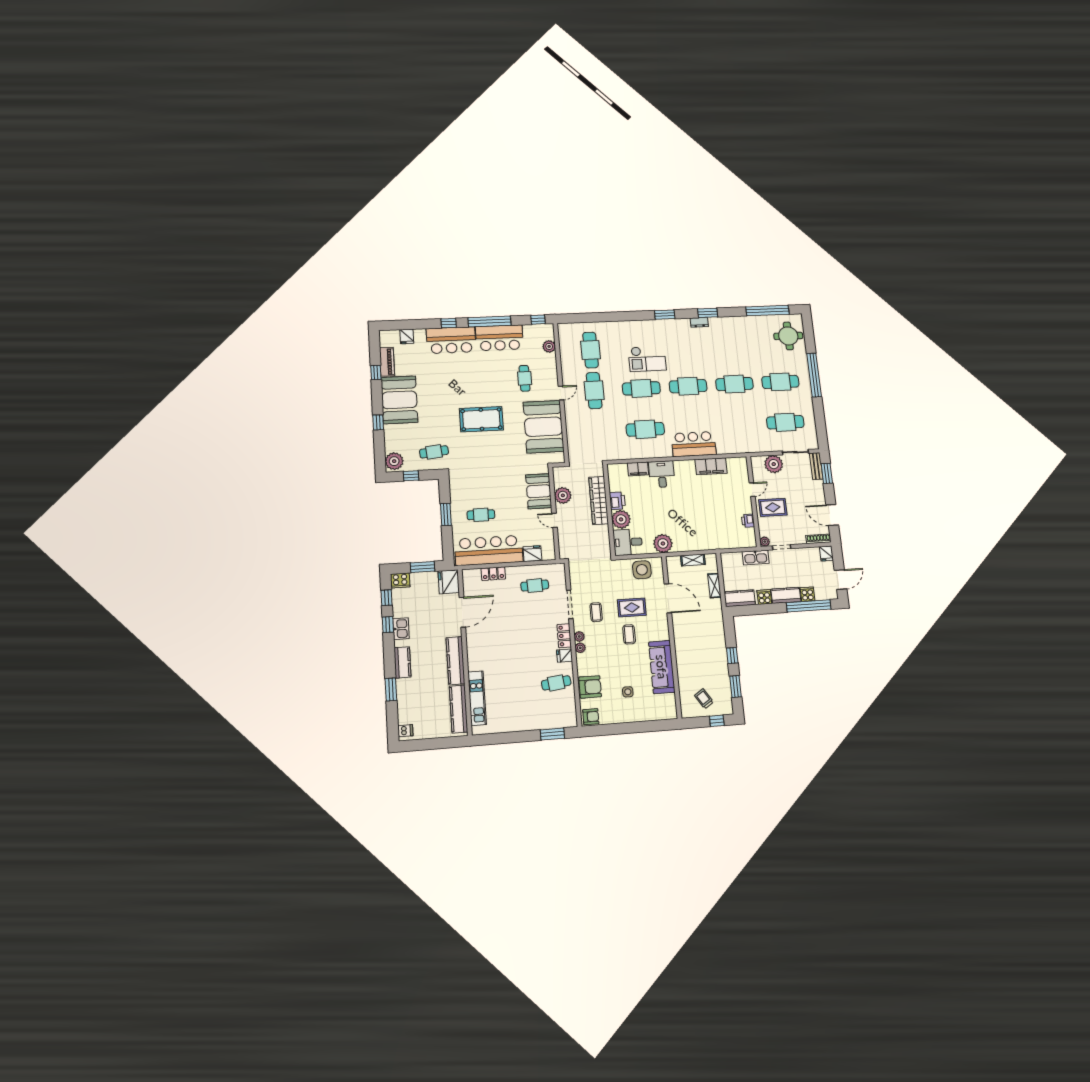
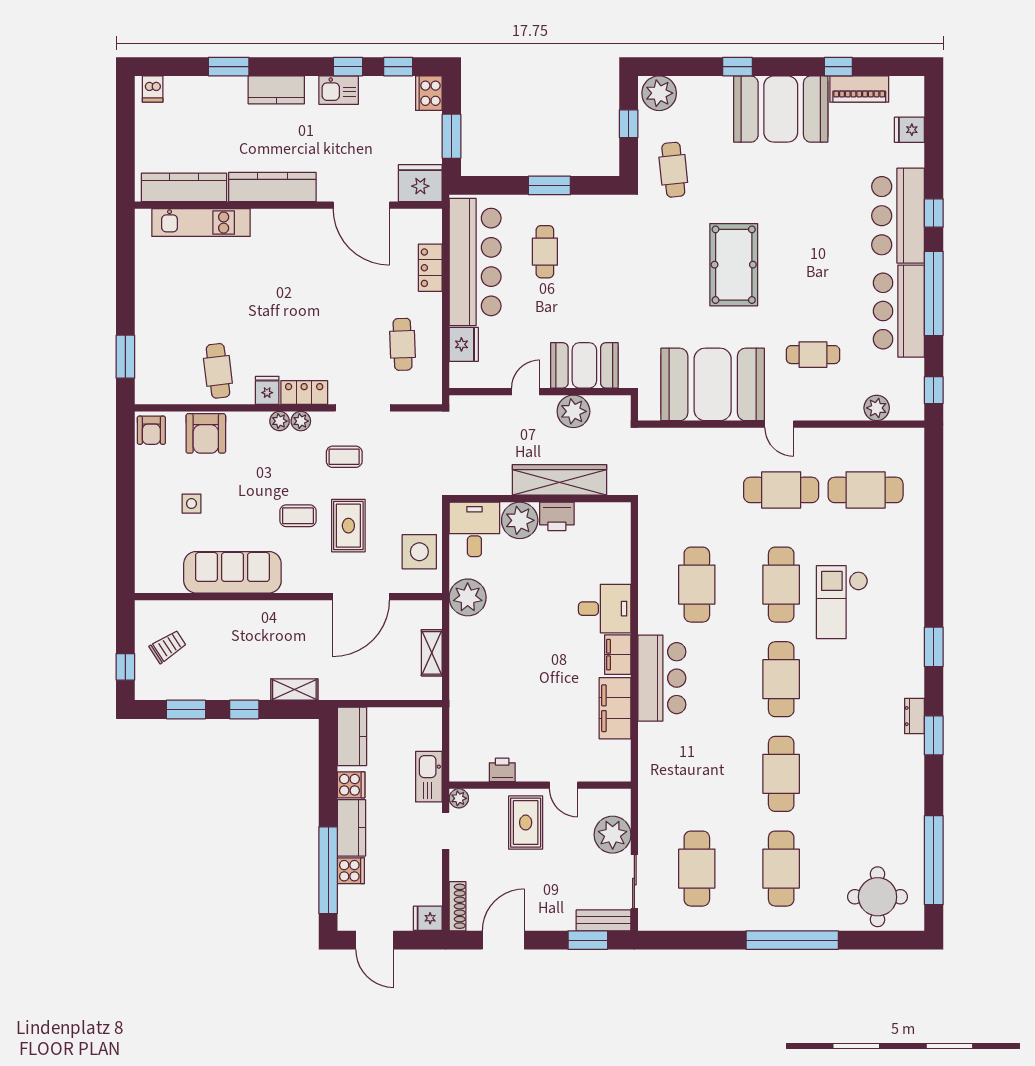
filing cabinet: (638, 469) -> (618, 655), moved
shelving: (714, 586) -> (294, 690), moved

